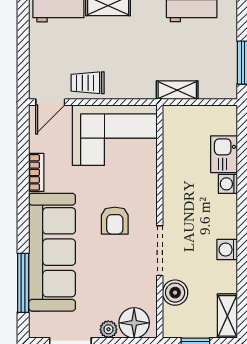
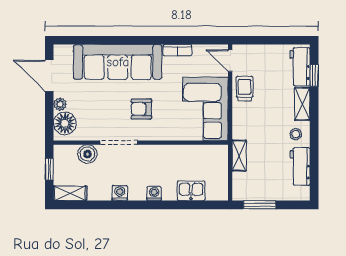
stool: (149, 15) -> (296, 134), added
washing machine: (228, 184) -> (154, 194), moved
window: (23, 283) -> (95, 40), removed

